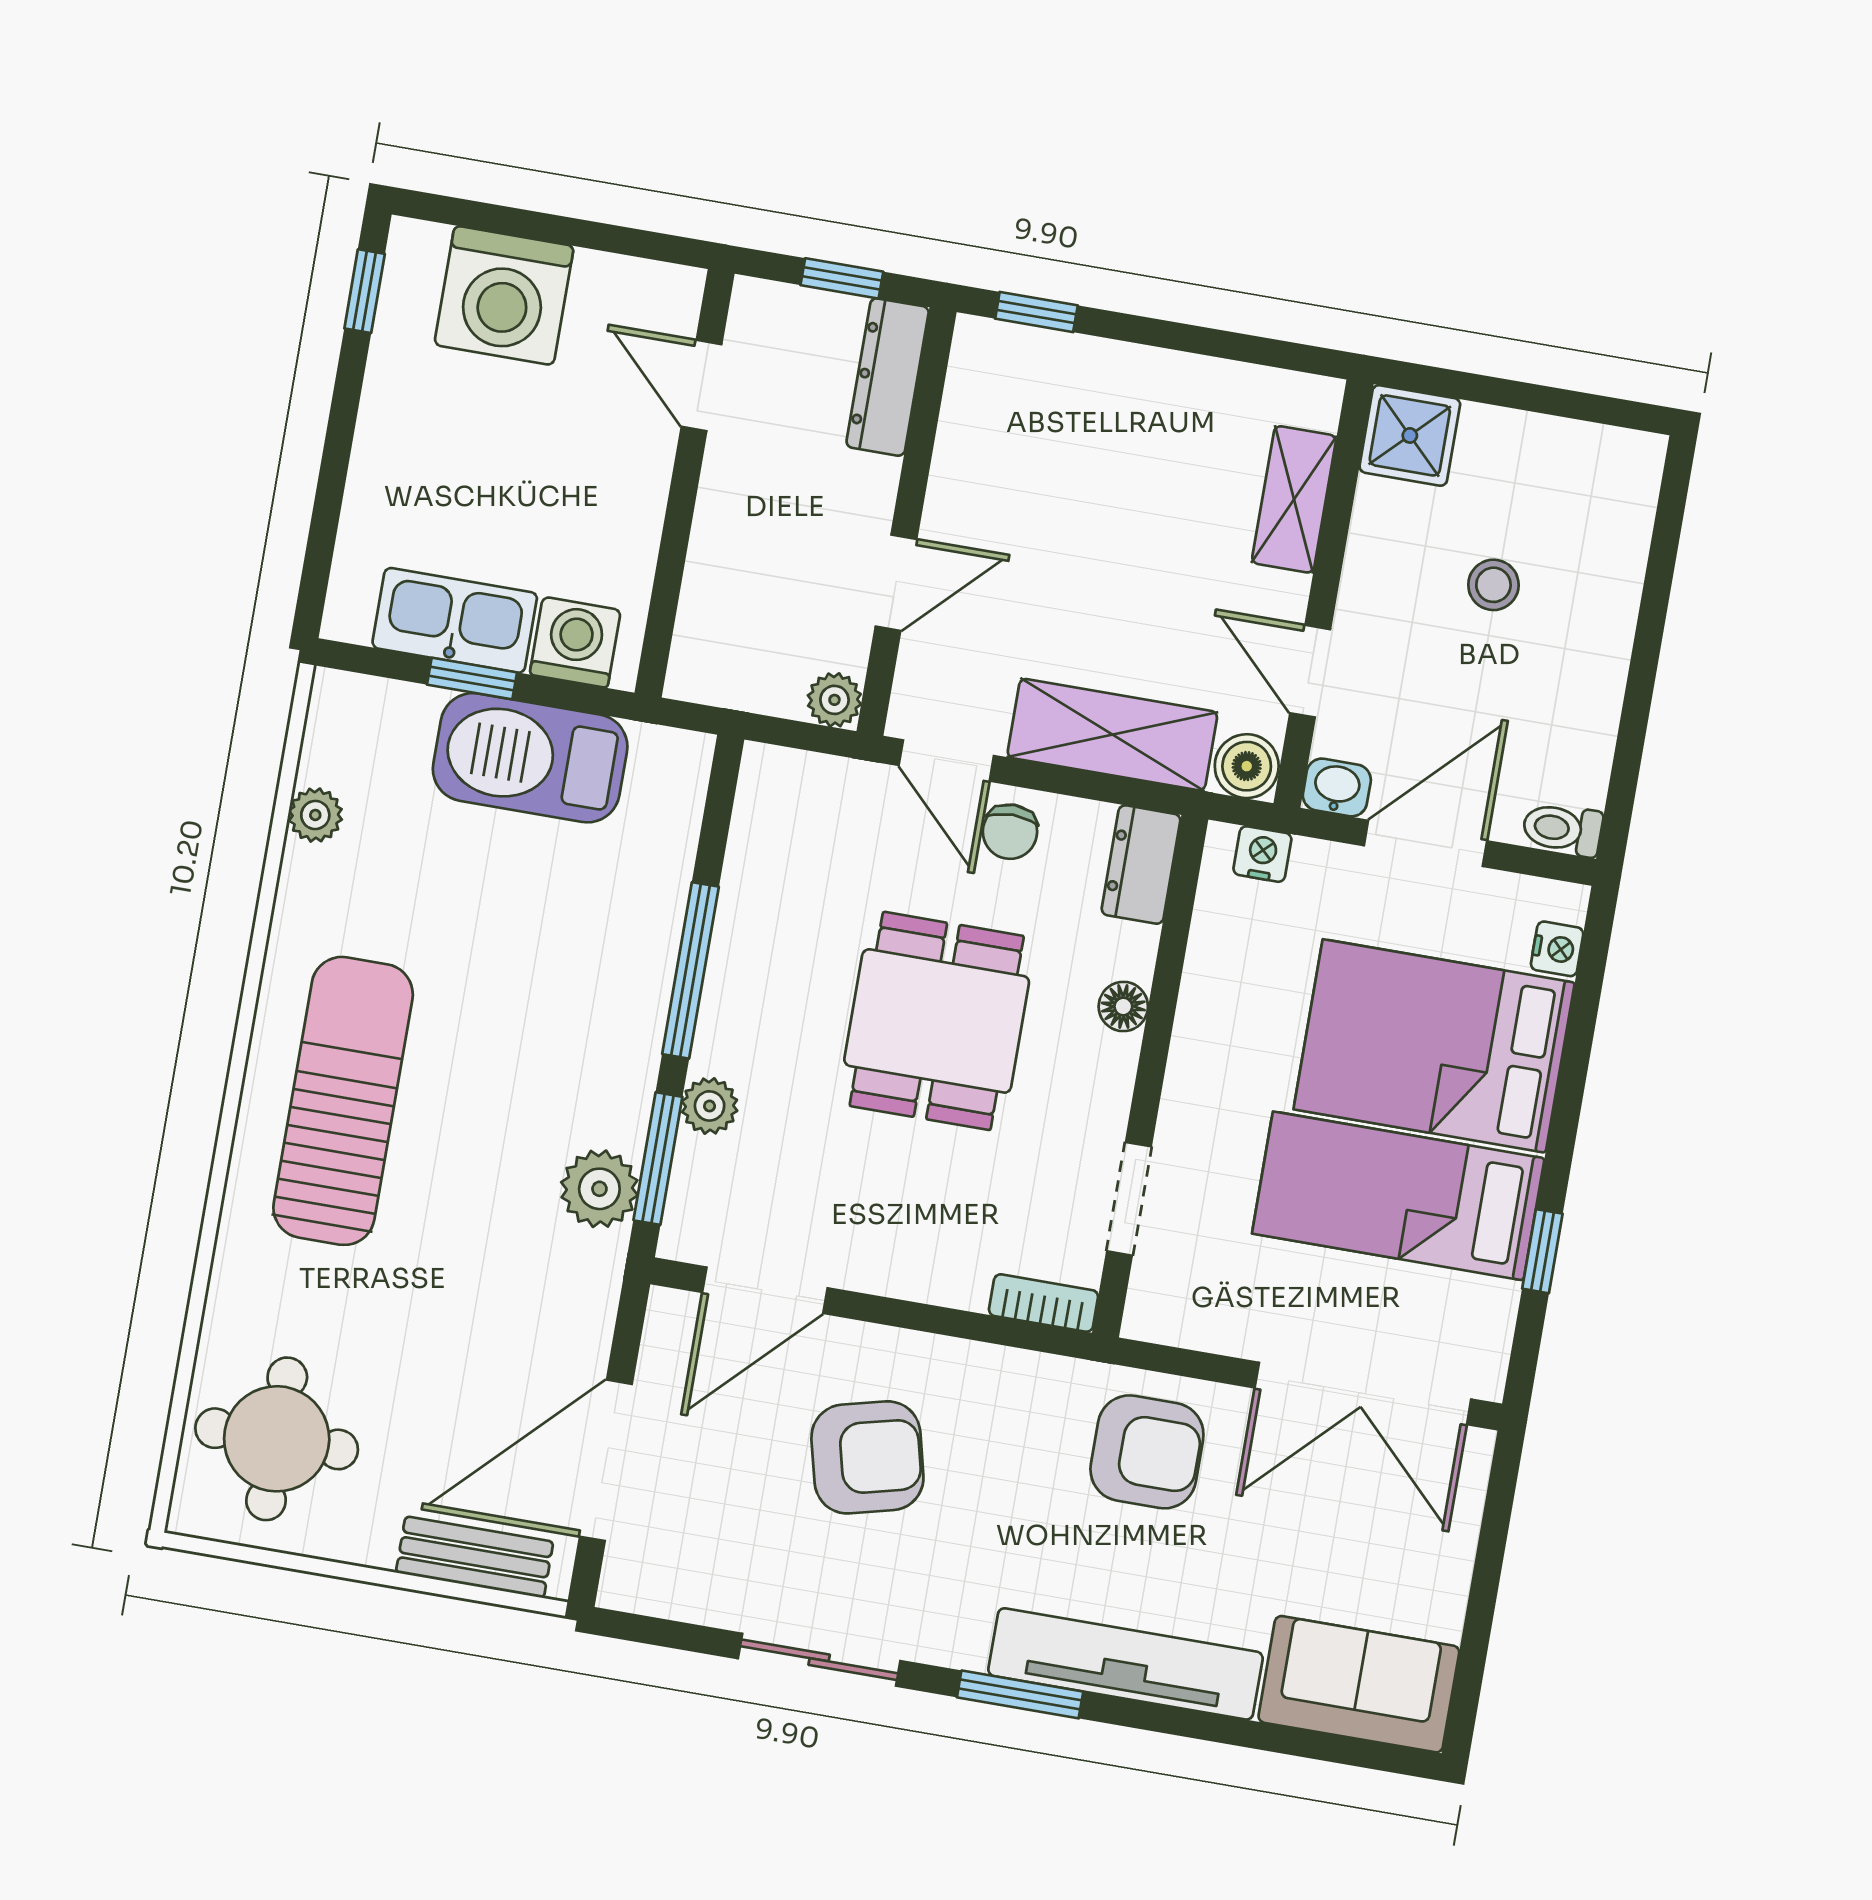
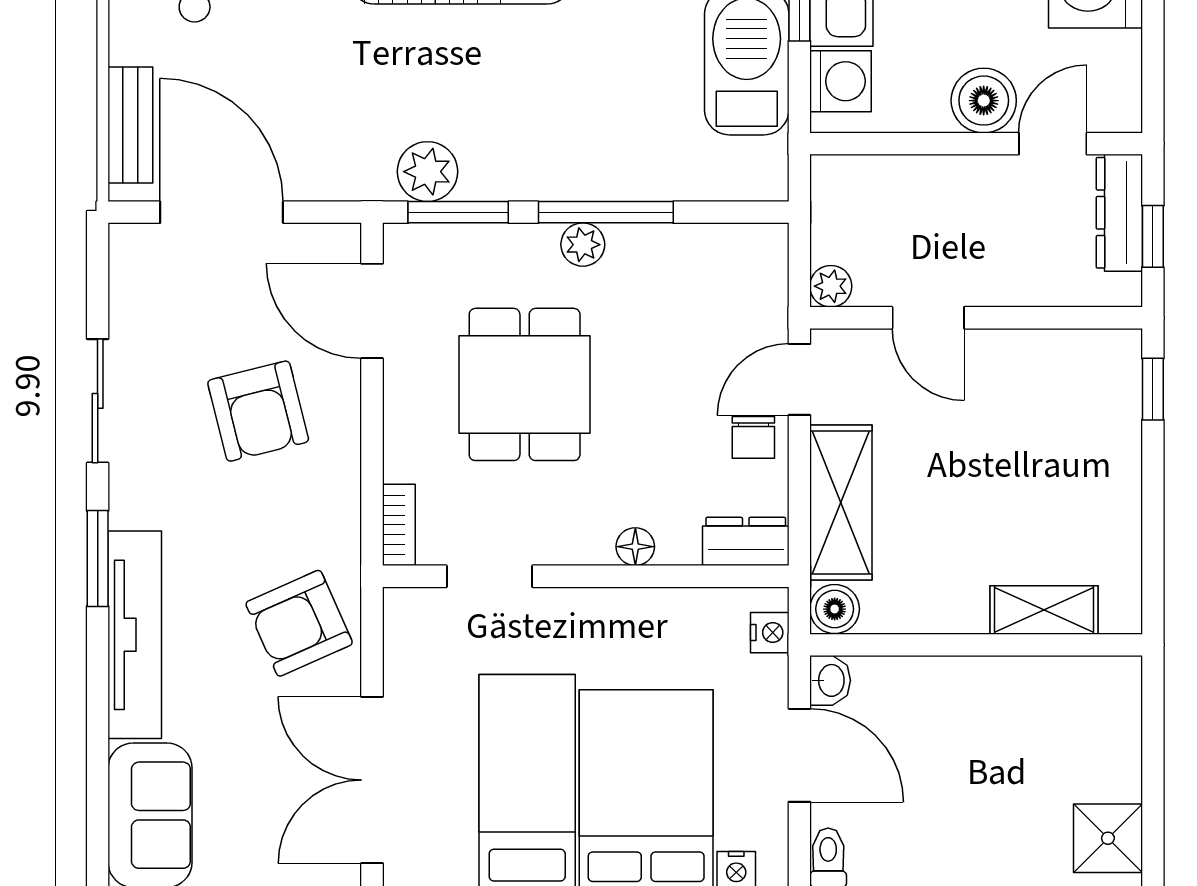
dresser: (888, 377) -> (1119, 213), moved, turned -90
shower: (1410, 435) -> (1108, 838), moved
boiler: (631, 464) -> (984, 101), added
stool: (1493, 585) -> (1005, 773), removed
door: (1310, 671) -> (915, 645), removed
chair: (1010, 832) -> (753, 437), turned -90
dining table: (937, 1021) -> (525, 384), moved, turned 90
plant: (710, 1106) -> (583, 245), moved
armchair: (1147, 1452) -> (299, 623), turned 66

